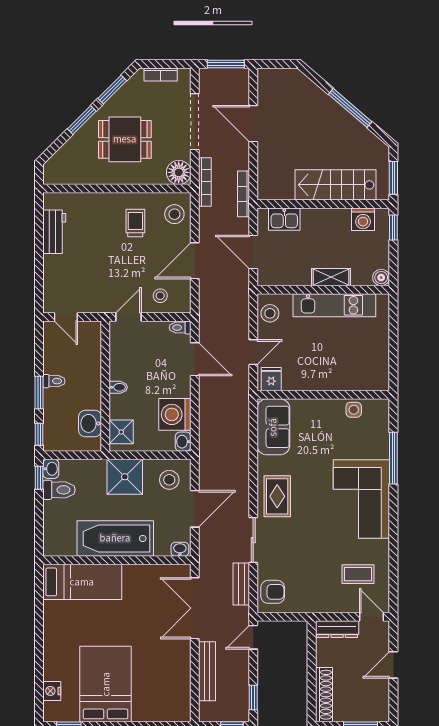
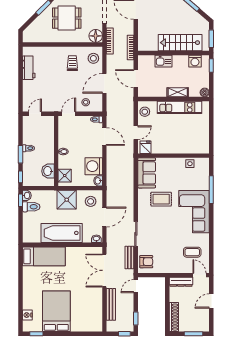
kitchen sink: (284, 219) -> (163, 61), moved
door: (66, 317) -> (35, 114), swing flipped
rug: (277, 496) -> (161, 199), moved, turned 90

